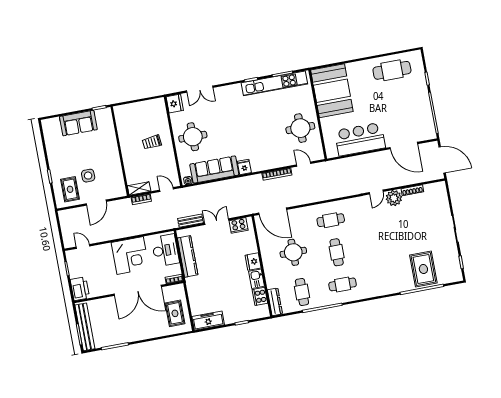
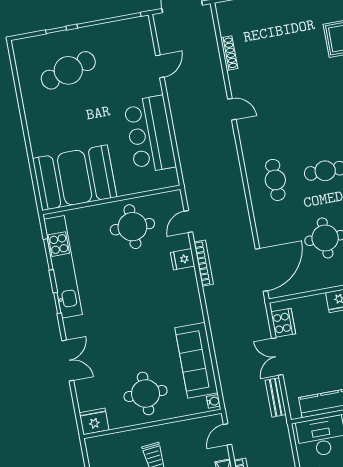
cafe table: (392, 70) -> (68, 70), moved, turned 73
double door: (200, 89) -> (68, 361), moved
door: (404, 146) -> (160, 66), width x0.53
fridge: (244, 167) -> (183, 259), moved
plant: (394, 198) -> (241, 82), removed

